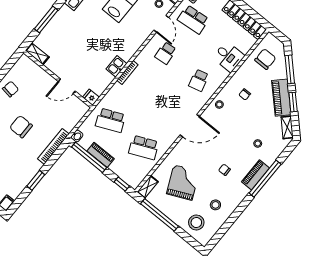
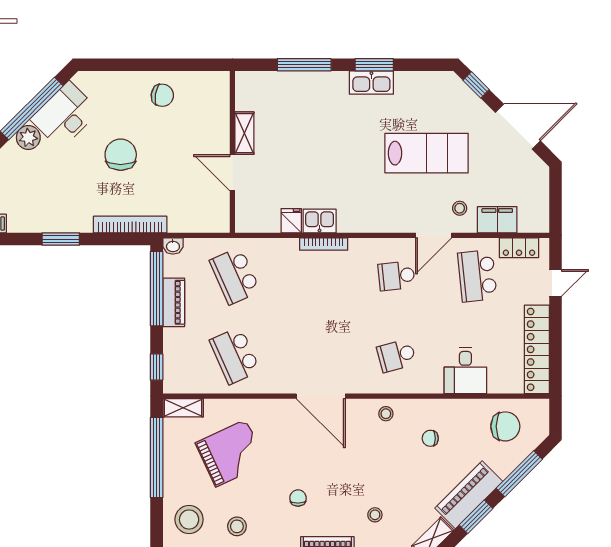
shelving: (37, 54) -> (244, 133), moved
fridge: (91, 97) -> (291, 221), moved

